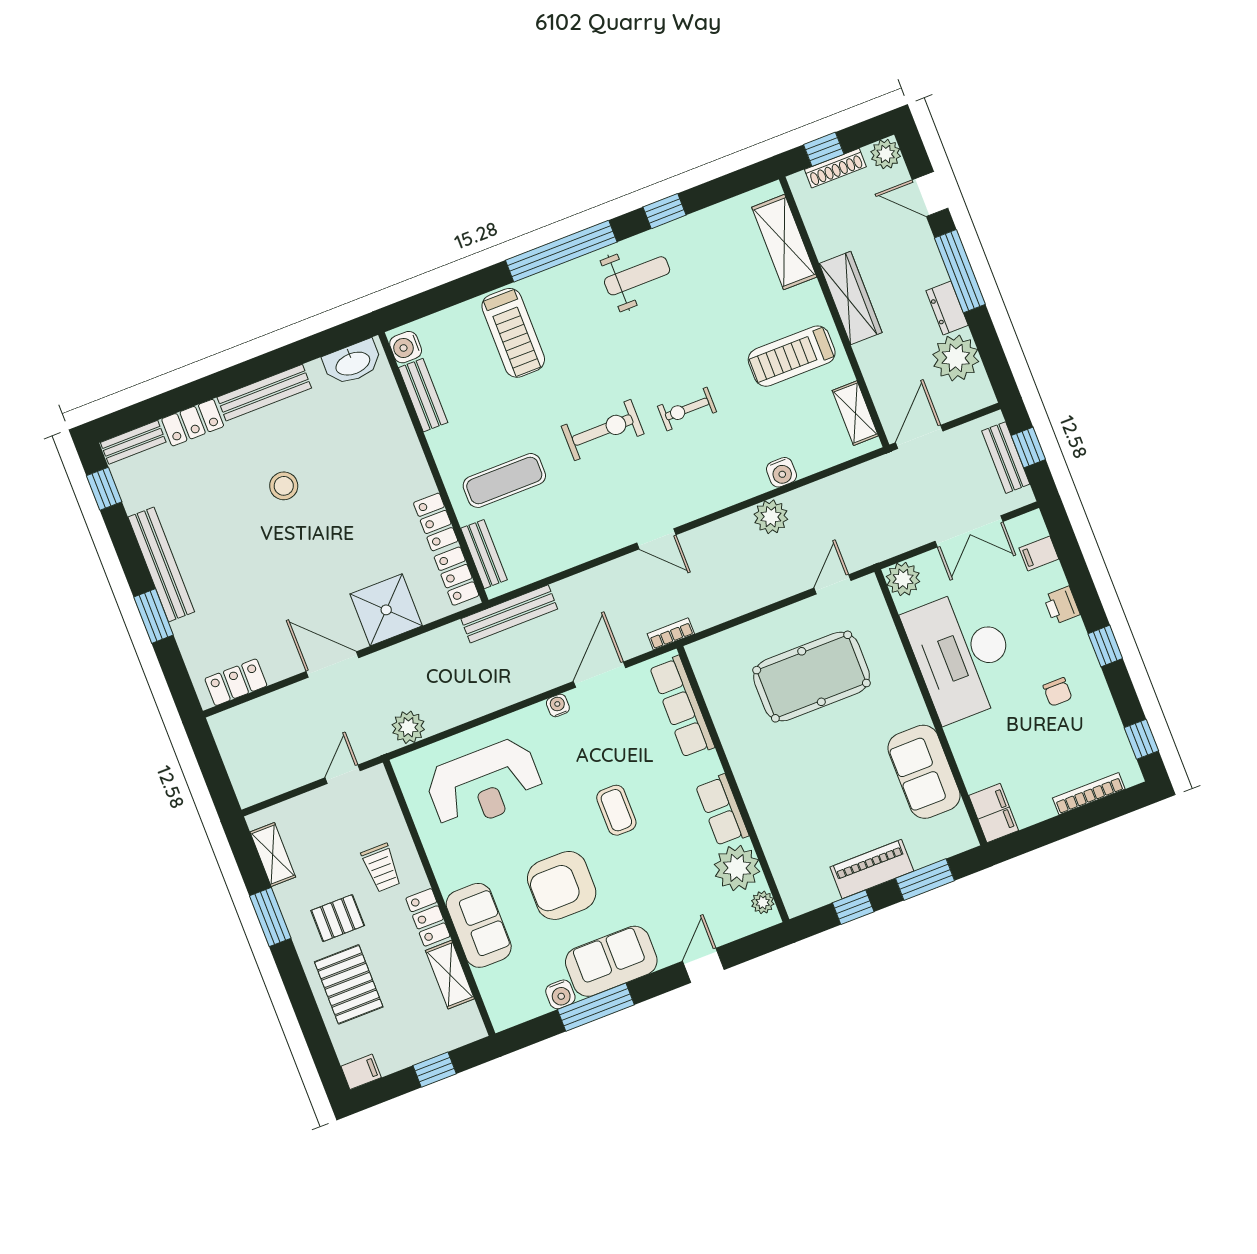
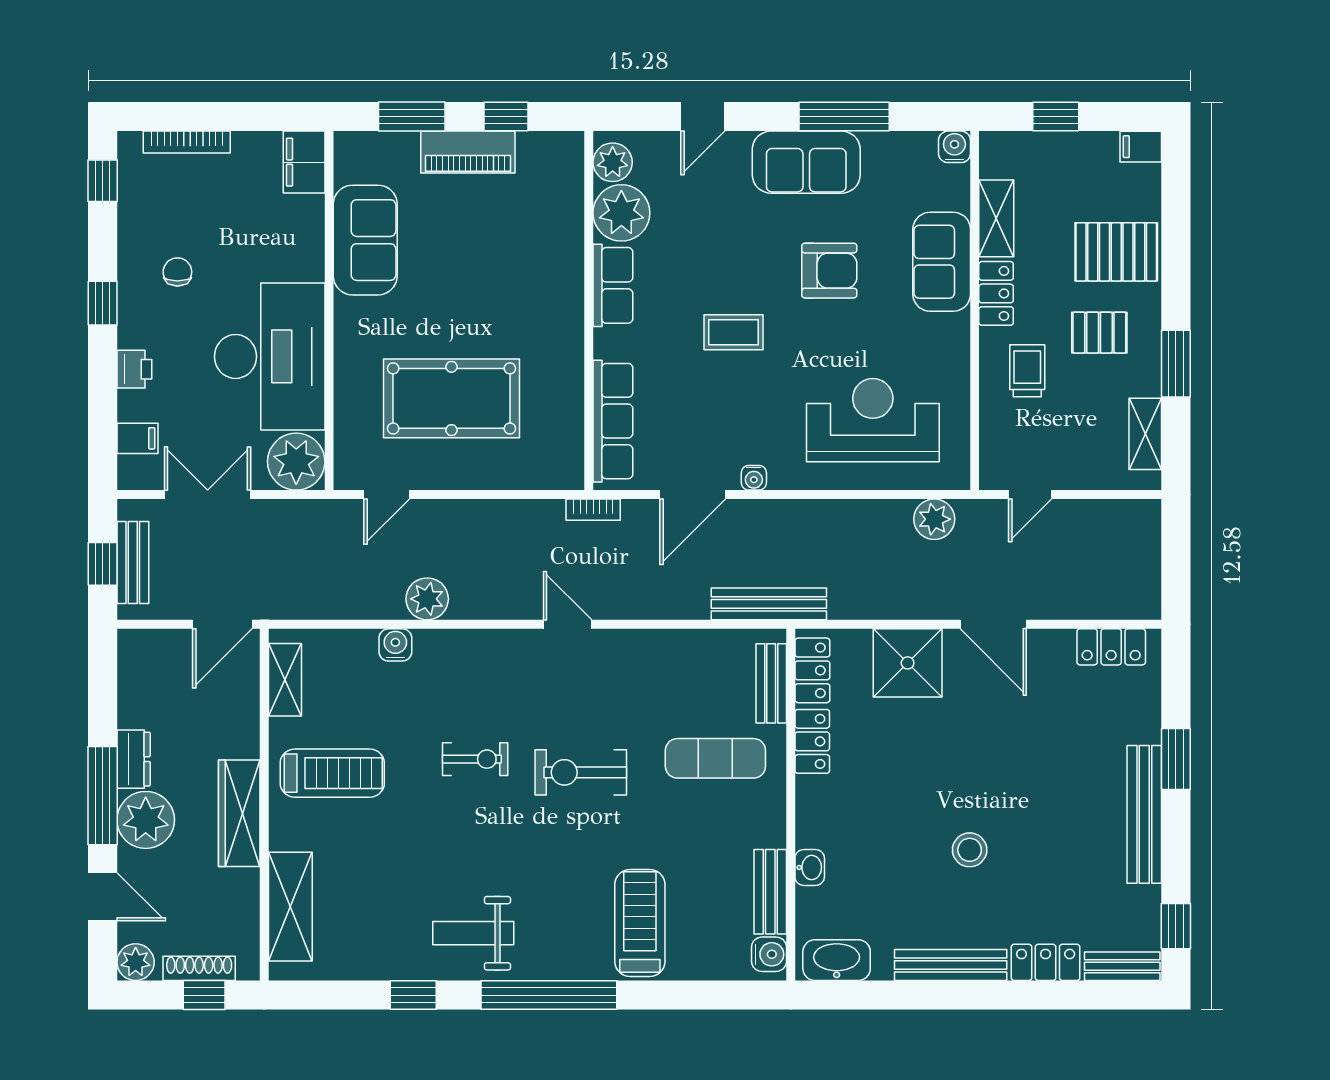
plant: (956, 358) -> (146, 820), moved
washbasin: (400, 425) -> (810, 867), added
plant: (903, 579) -> (296, 462), width x1.36, depth x1.36
coffee table: (616, 810) -> (733, 332), turned 90
armchair: (562, 885) -> (829, 271), width x0.73, depth x0.73
plant: (763, 902) -> (613, 162), width x1.38, depth x1.38
pallet: (349, 984) -> (1116, 252), turned 90
water cooler: (560, 994) -> (954, 147), moved

